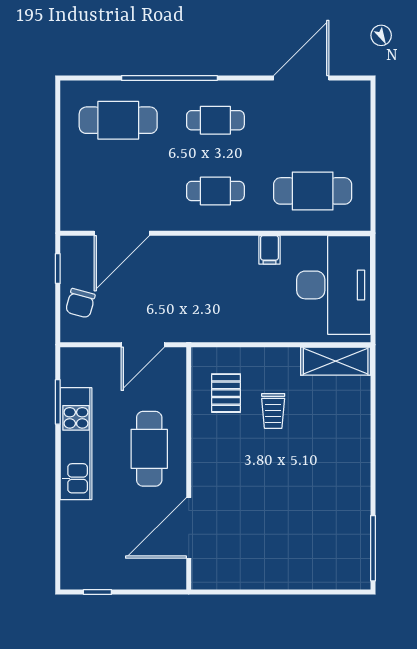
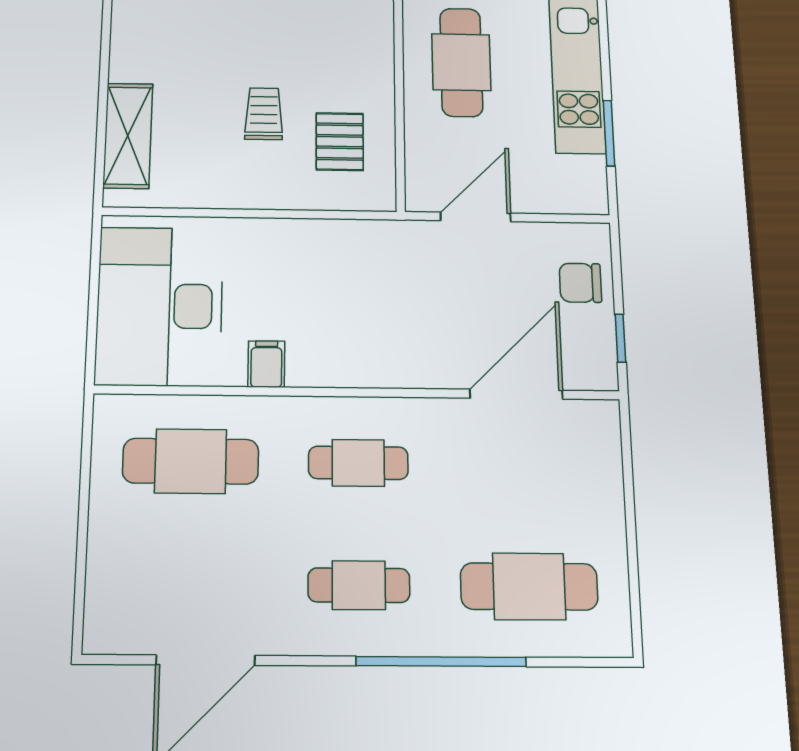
chair: (80, 303) -> (580, 283), turned -105
shelving: (336, 361) -> (128, 136), moved, turned 90

